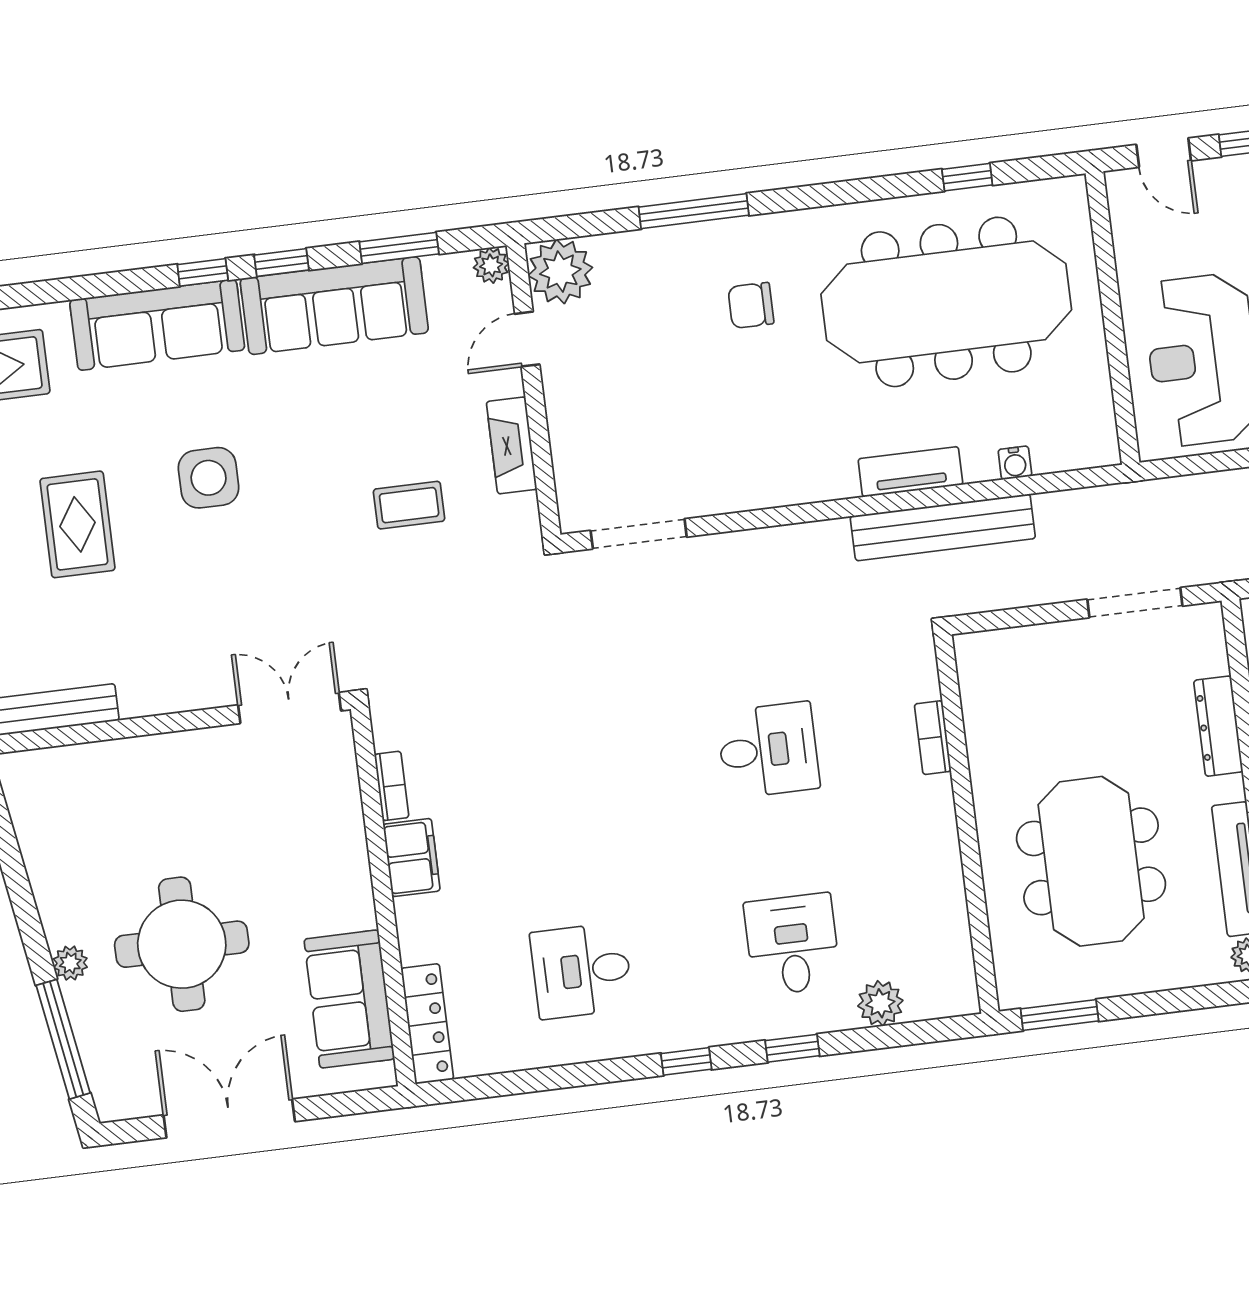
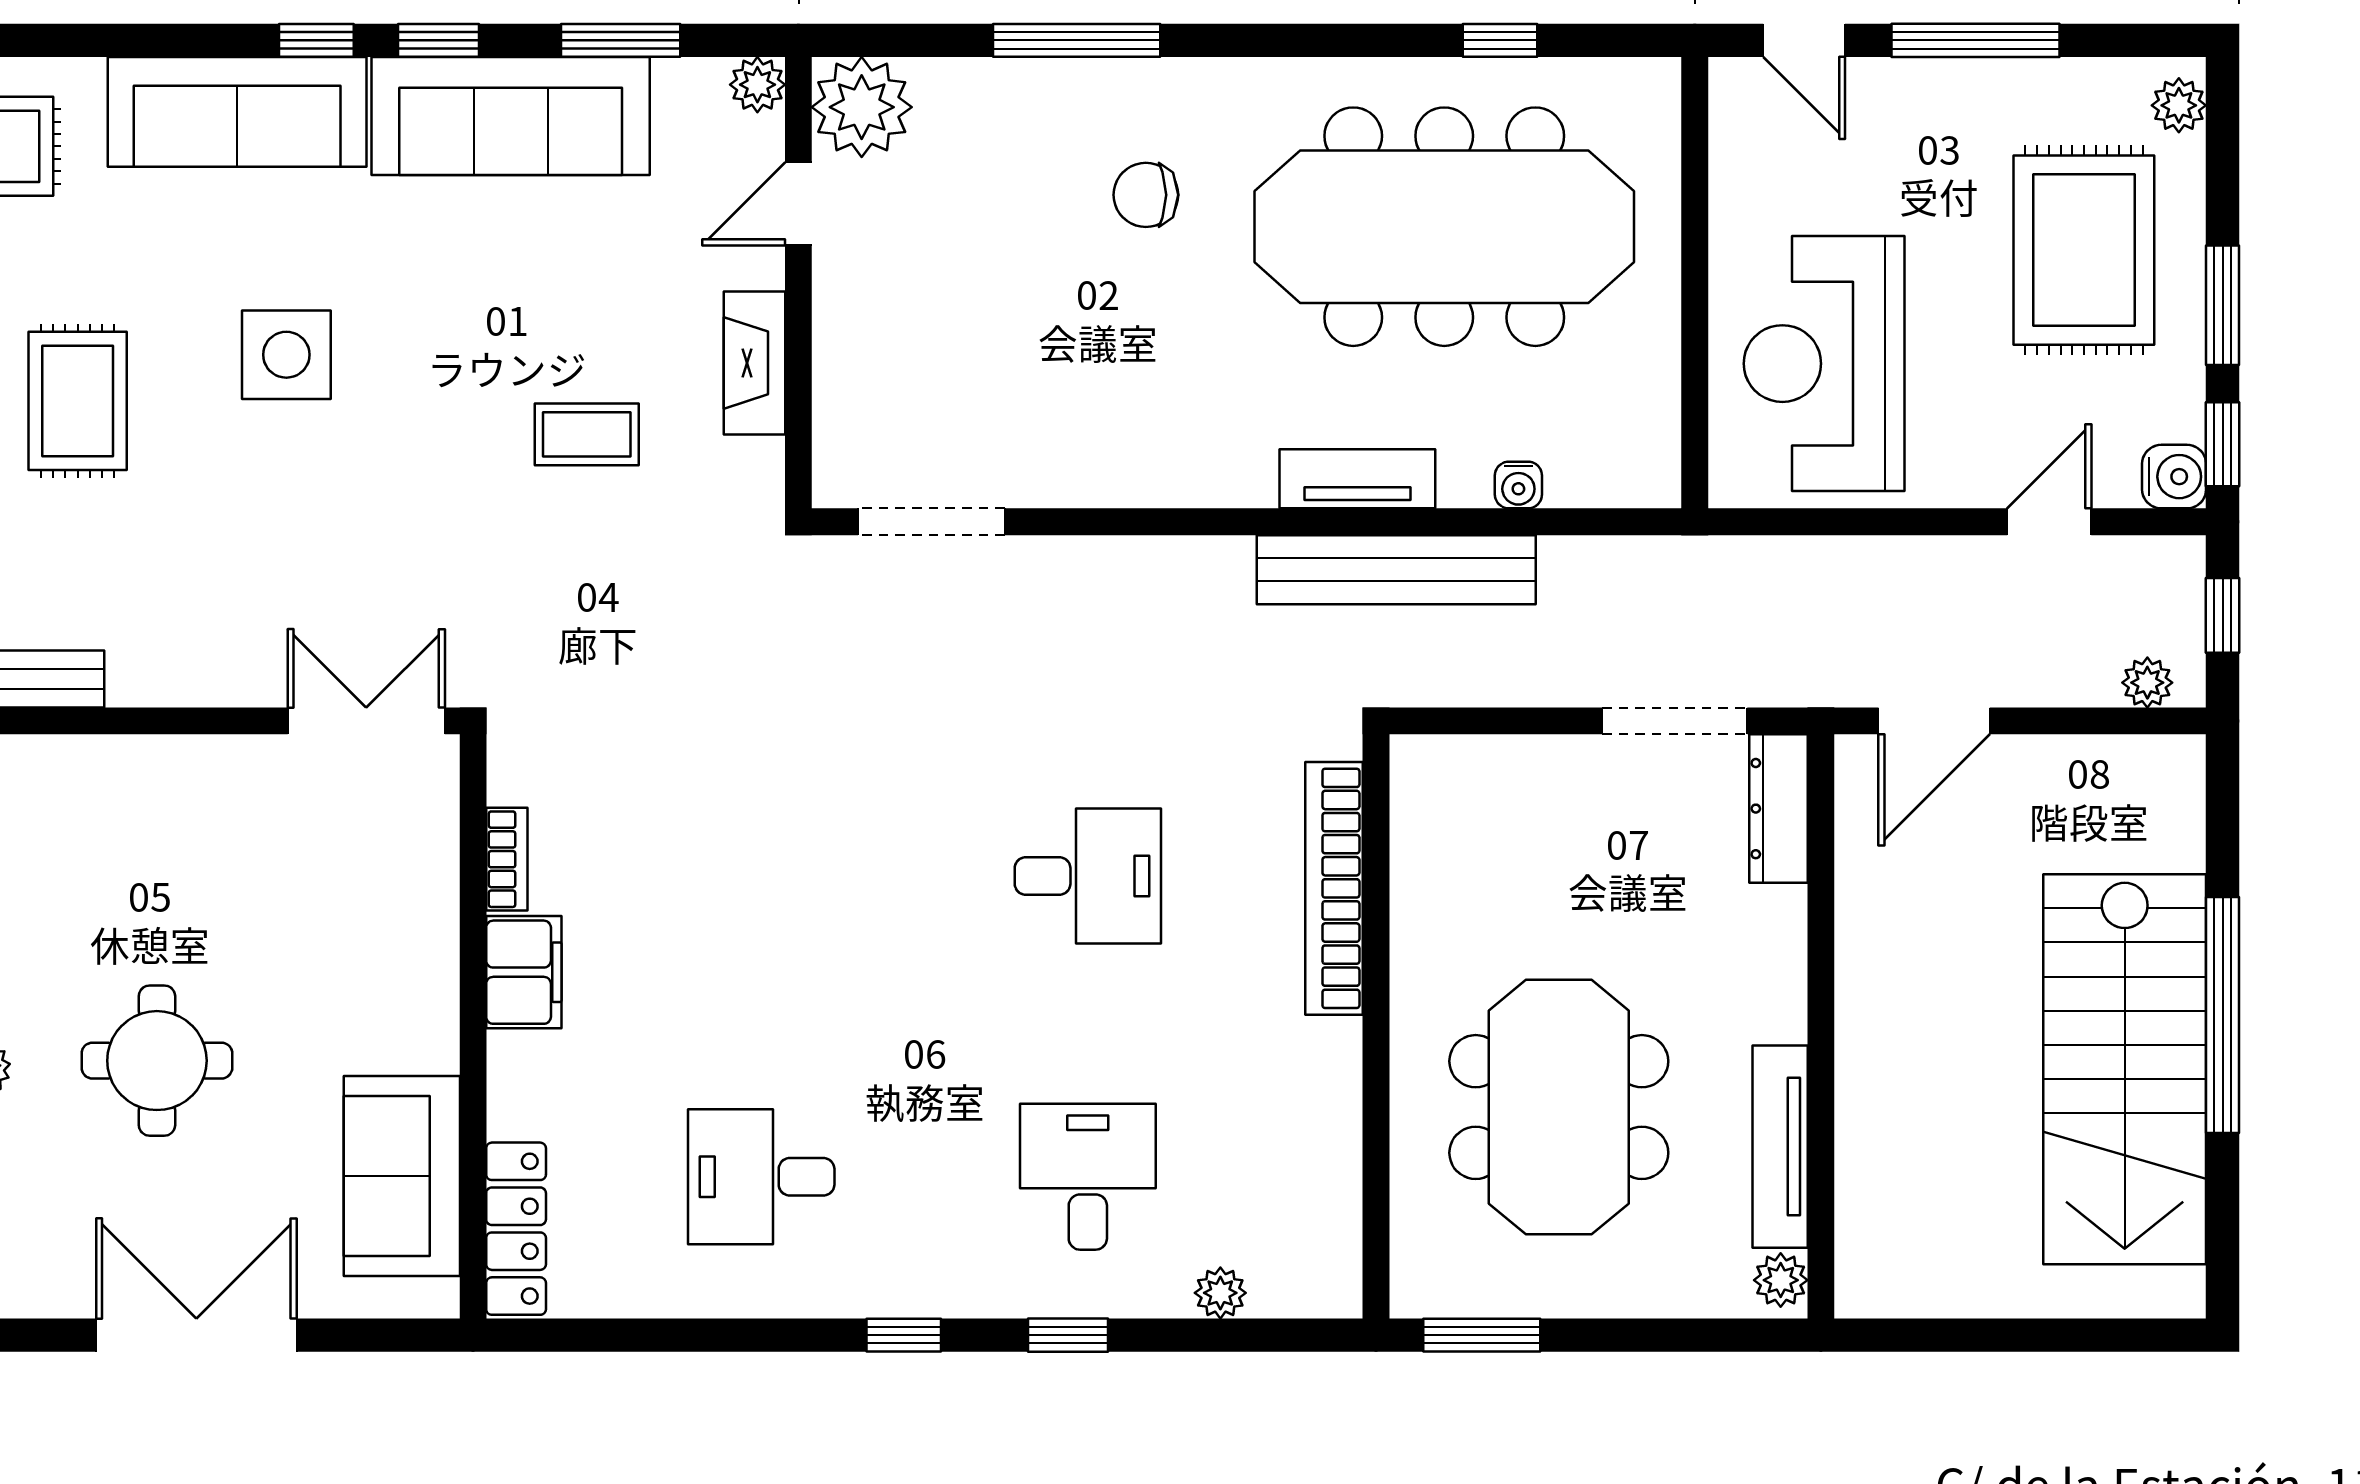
dresser: (1218, 726) -> (1779, 809), moved
bookcase: (933, 738) -> (1334, 888), width x2.31, depth x1.31
round table: (182, 944) -> (157, 1061), width x0.73, depth x0.73
plant: (880, 1003) -> (1220, 1293), width x0.73, depth x0.73

